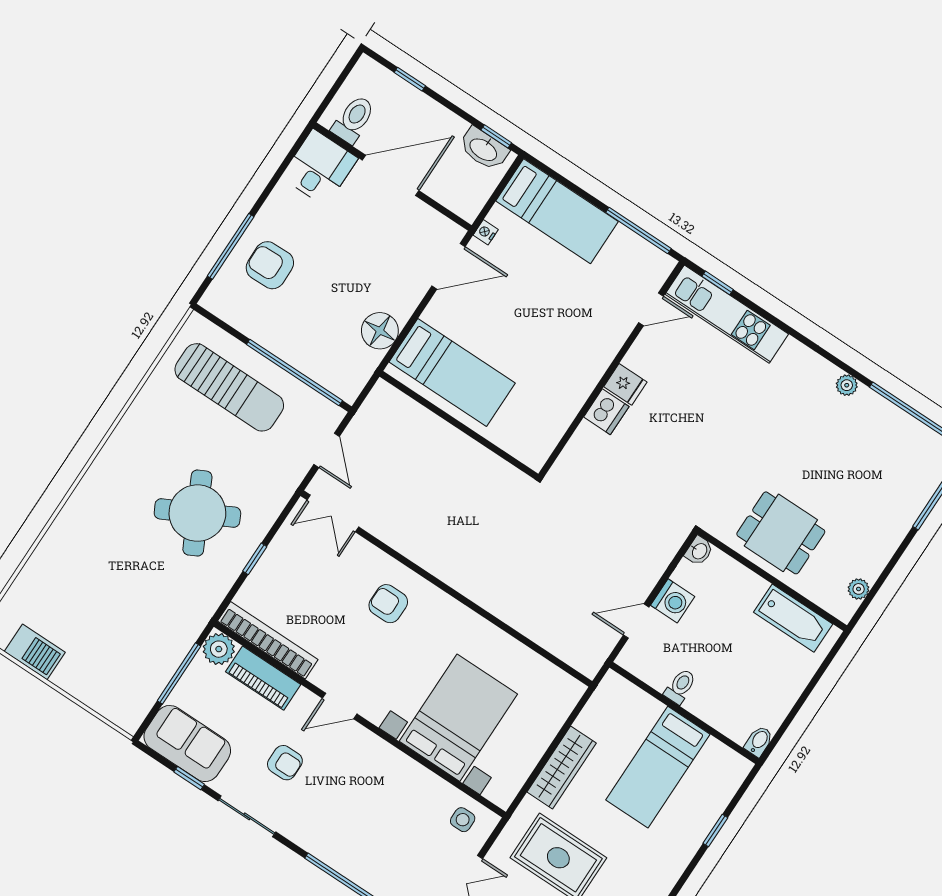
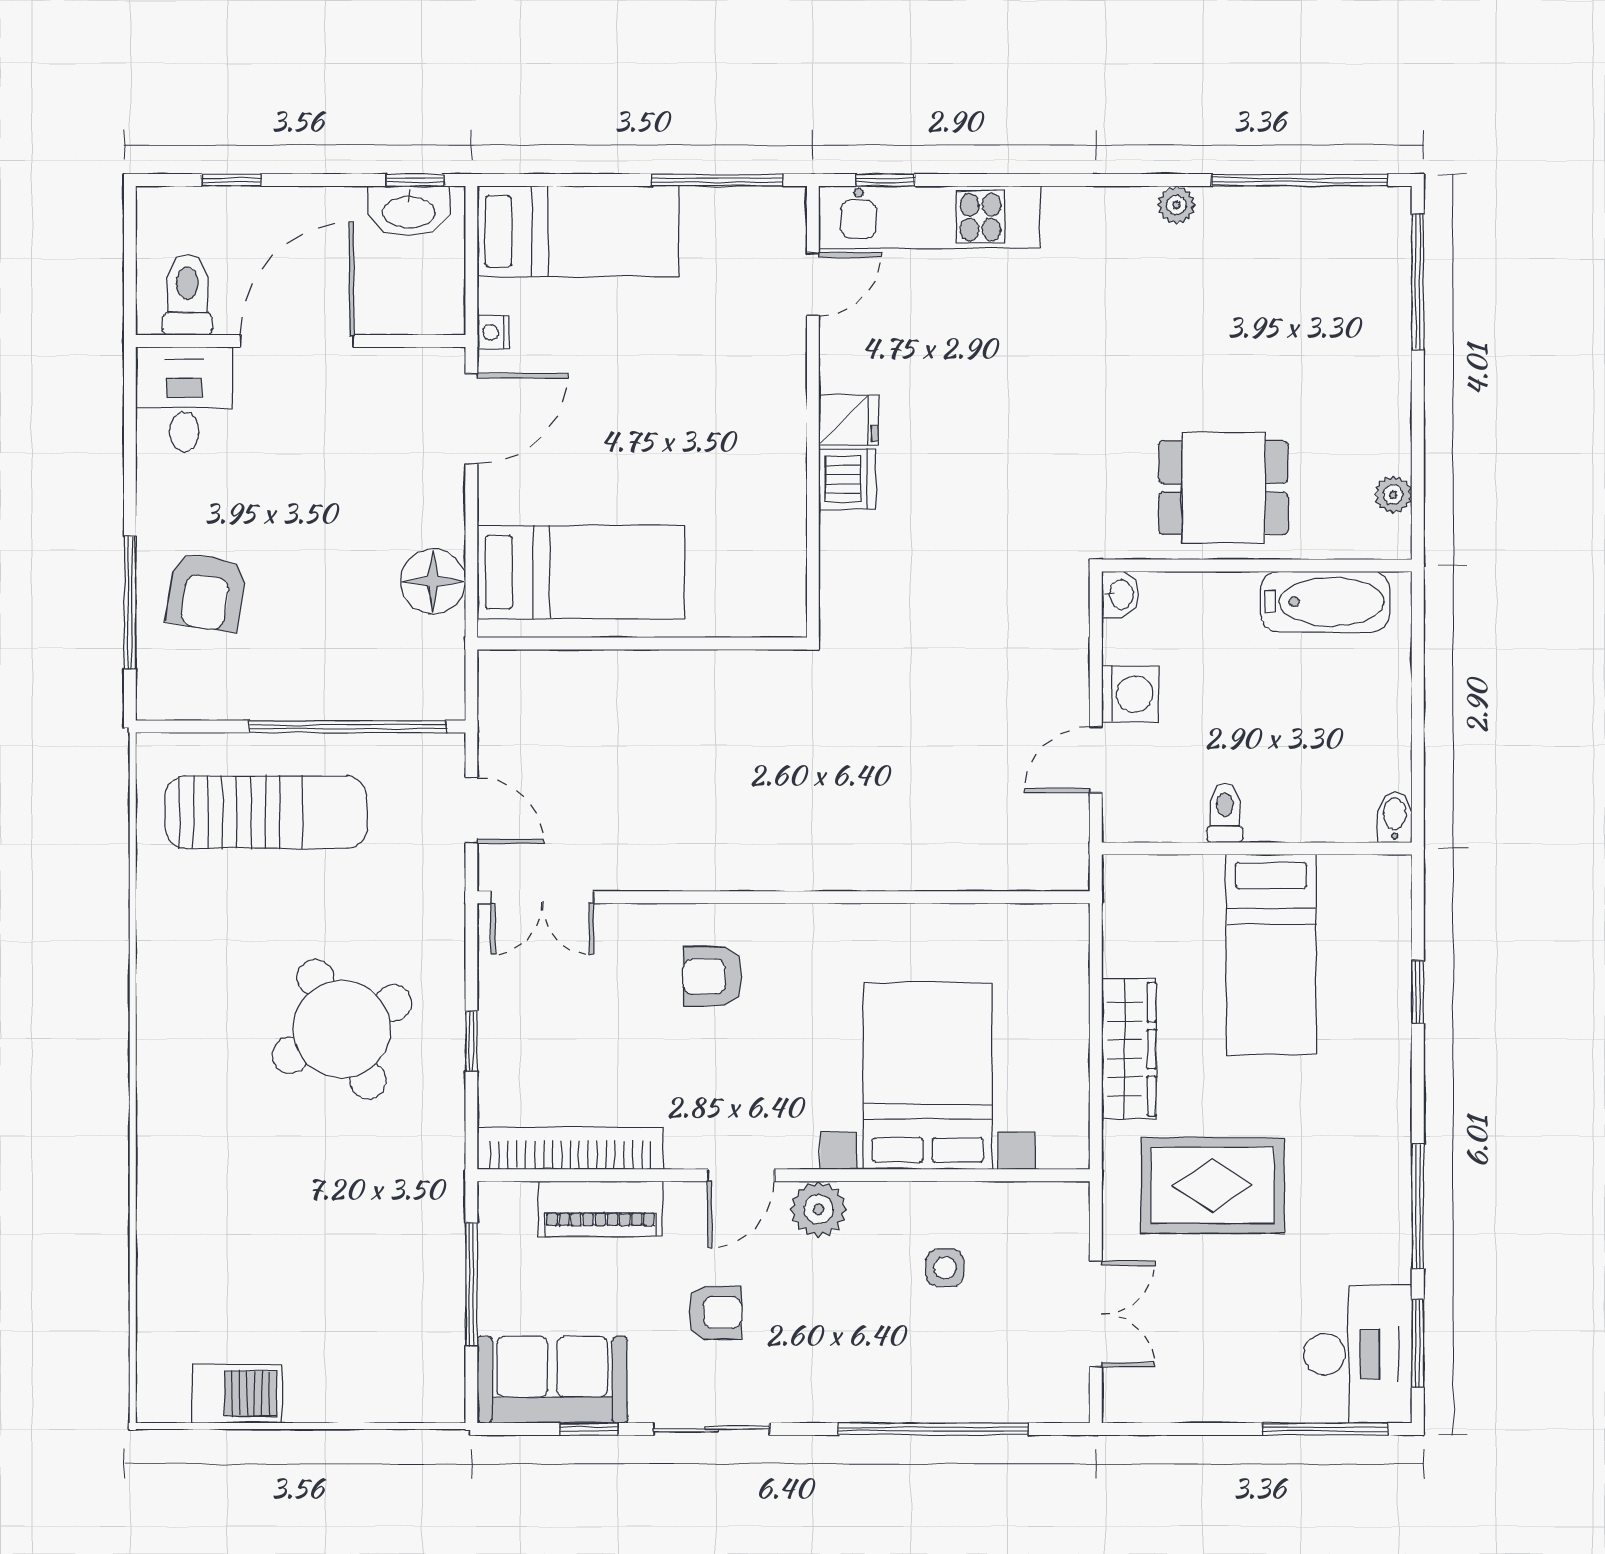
armchair: (270, 265) -> (206, 592), turned -80
plant: (219, 649) -> (818, 1209), moved
side table: (463, 820) -> (945, 1268), moved

